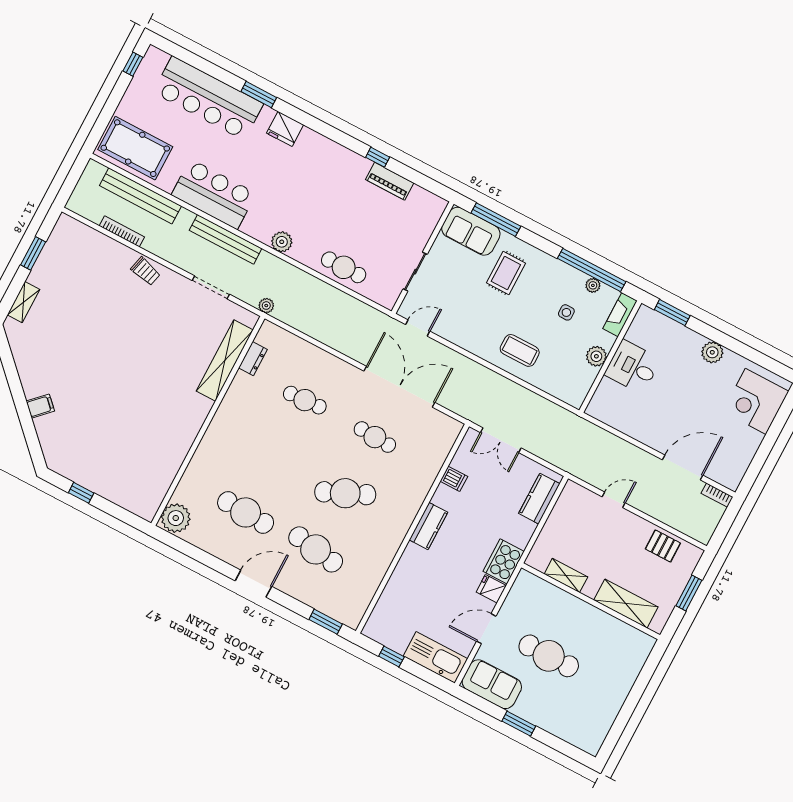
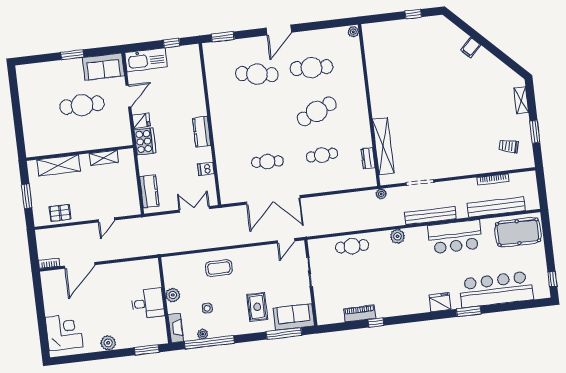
trolley: (146, 271) -> (509, 146), moved
cafe table: (345, 493) -> (317, 111), moved
plant: (176, 518) -> (353, 32), width x0.53, depth x0.53

